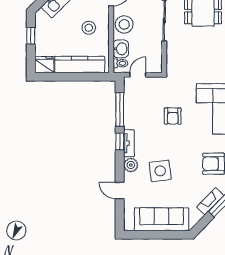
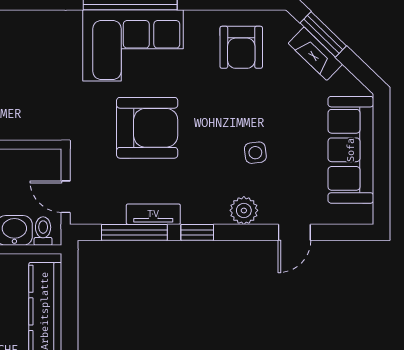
armchair: (173, 116) -> (147, 128), width x1.88, depth x1.88
tv unit: (129, 143) -> (153, 214), moved
side table: (160, 171) -> (255, 153), width x0.54, depth x0.54

